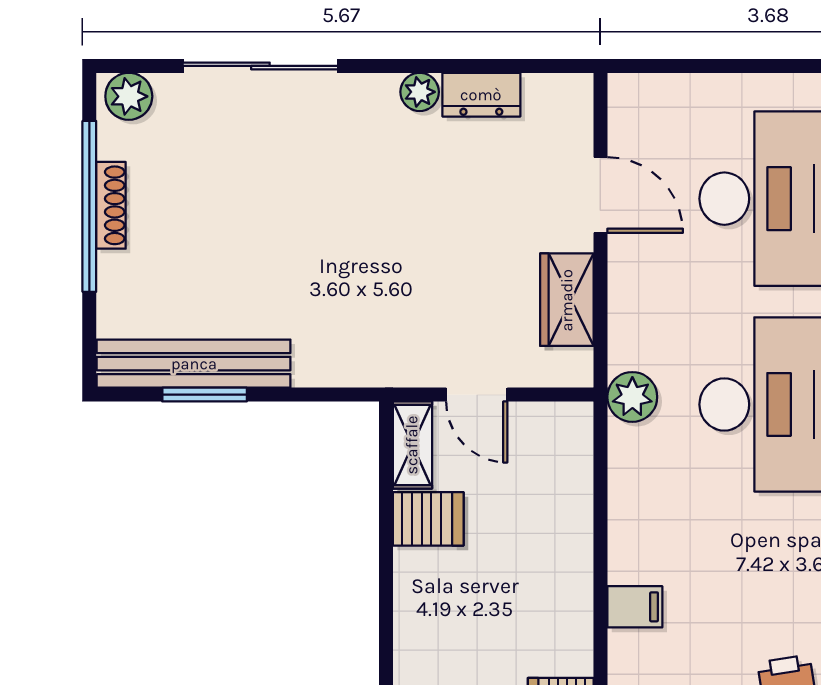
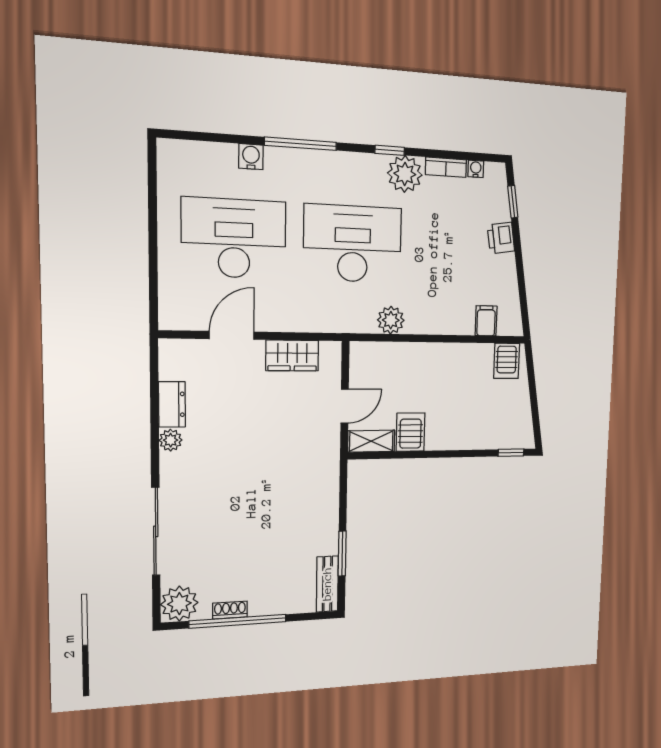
plant: (129, 96) -> (179, 604), width x1.36, depth x1.36
shoe rack: (111, 205) -> (230, 610), width x0.70
bench: (194, 364) -> (327, 584), width x0.54, depth x0.82
plant: (632, 397) -> (391, 320), moved
filing cabinet: (635, 607) -> (486, 321), moved

